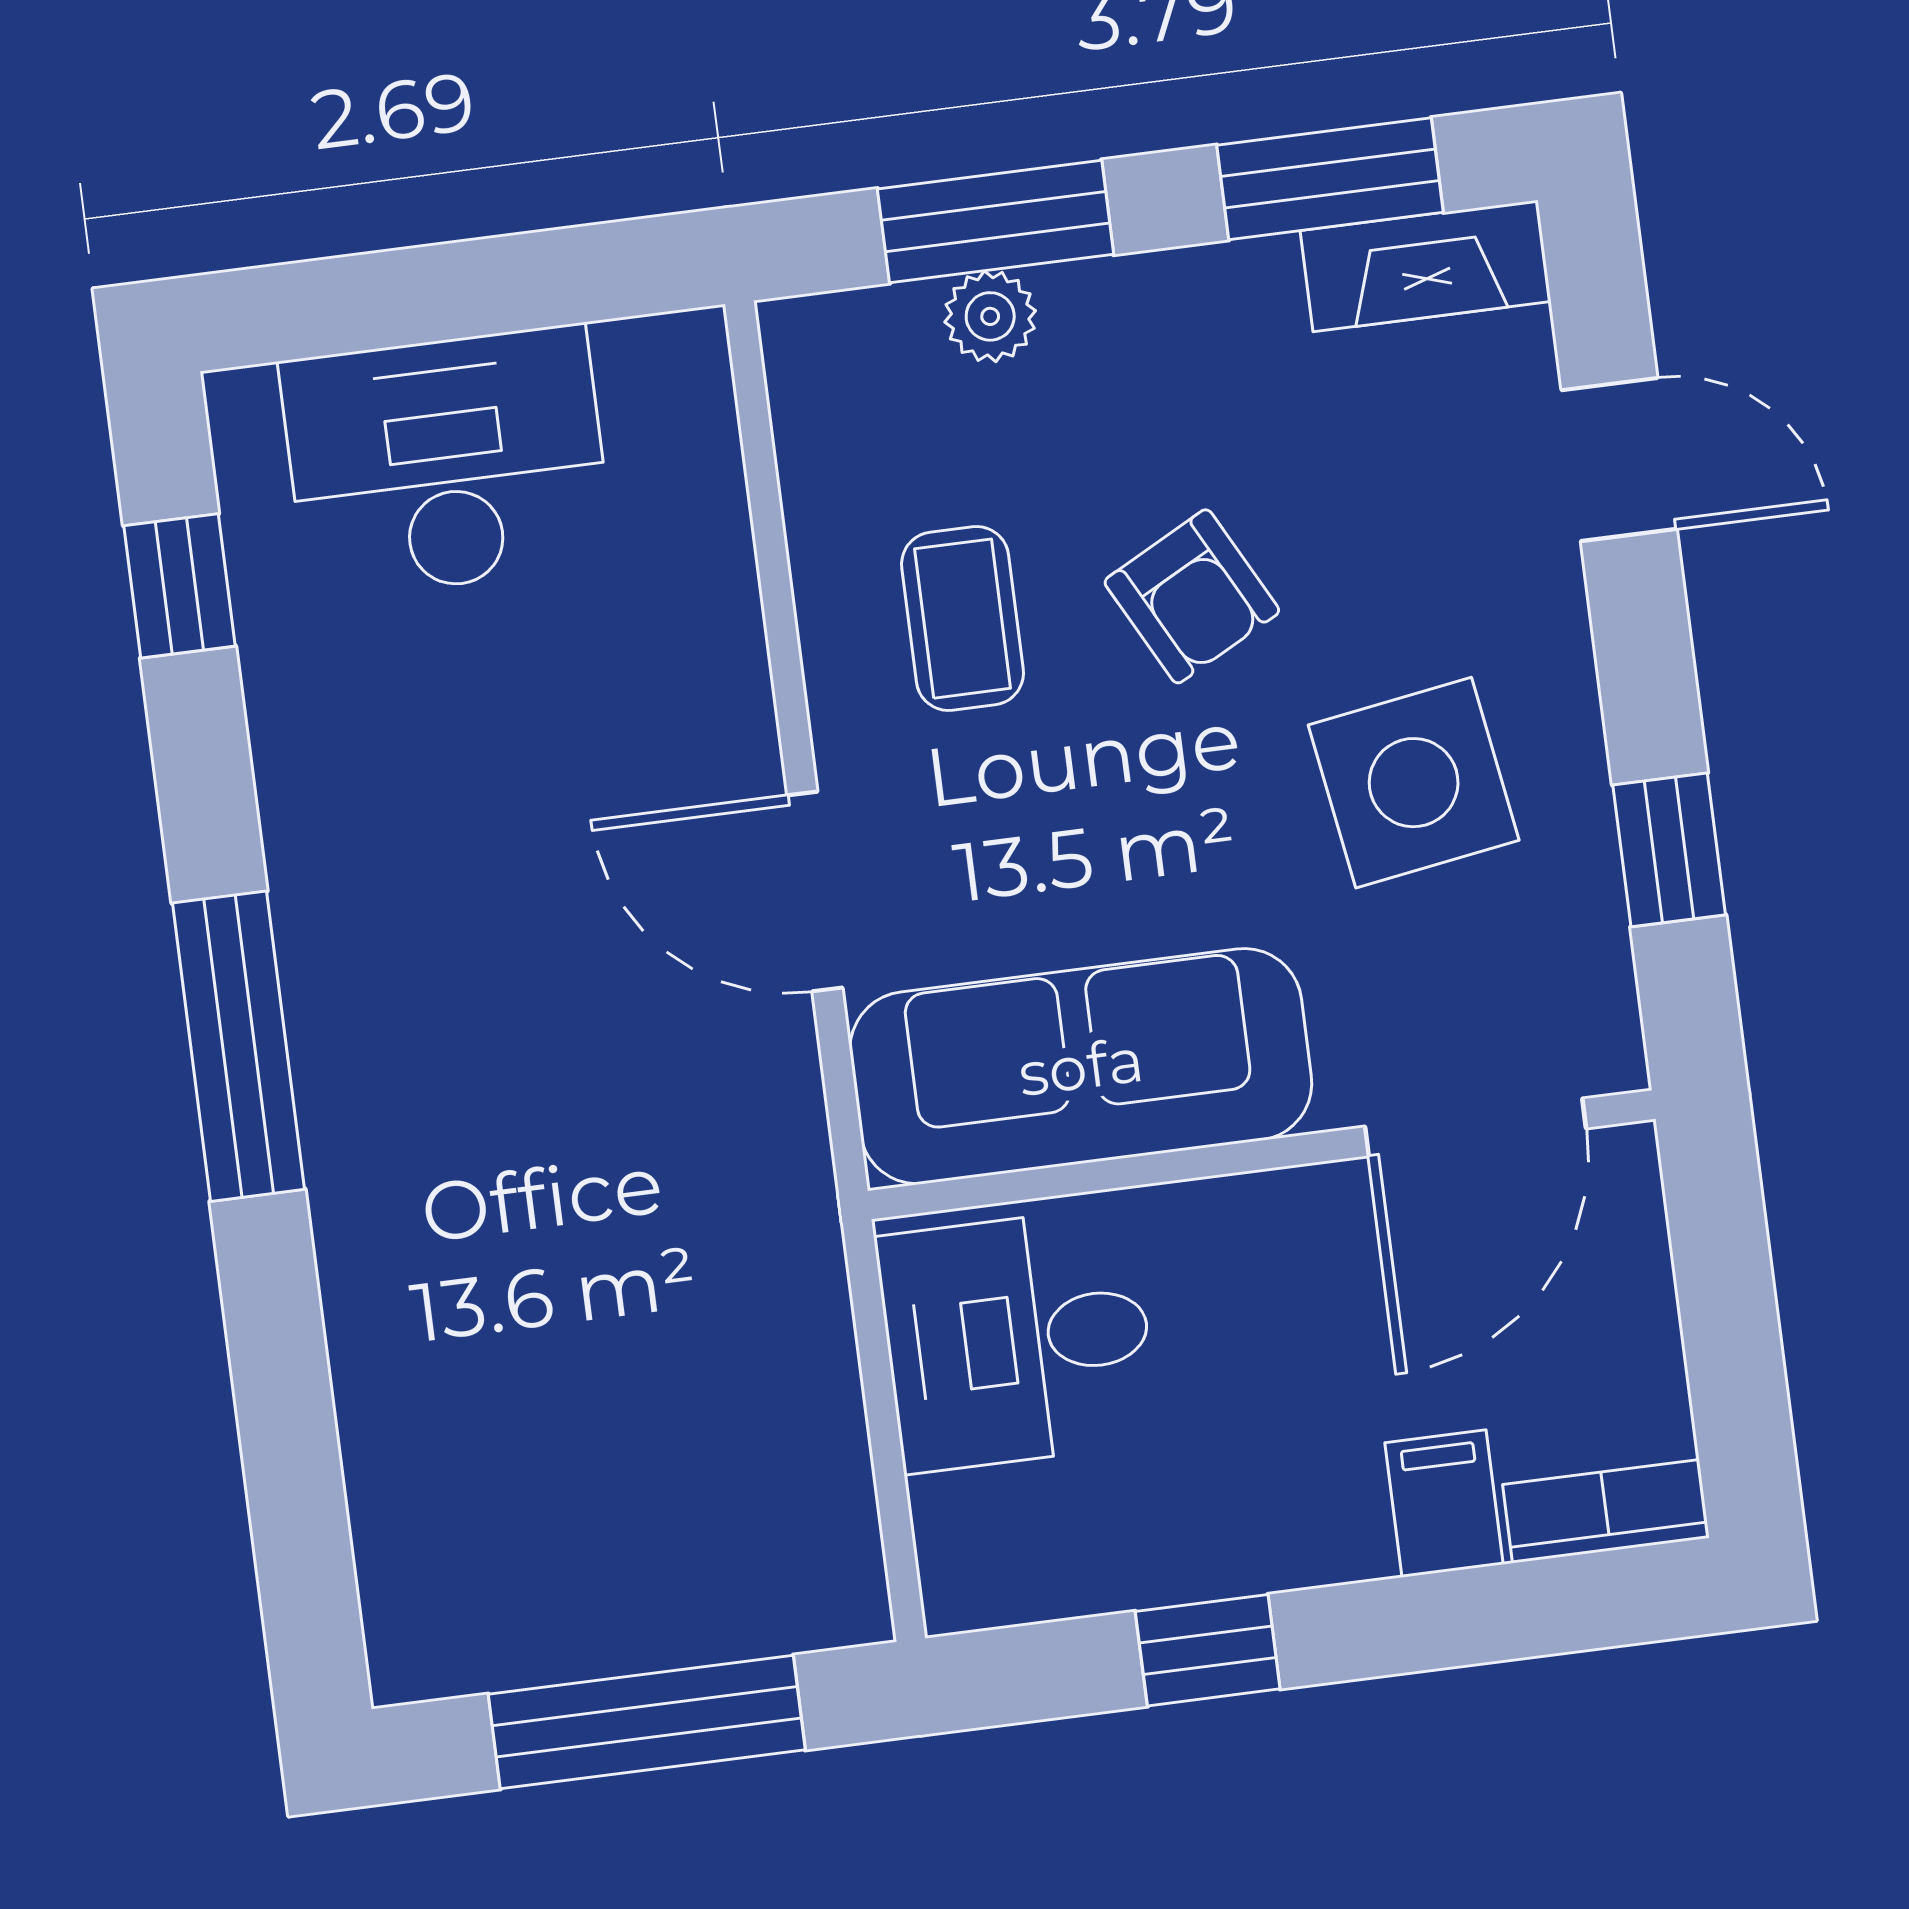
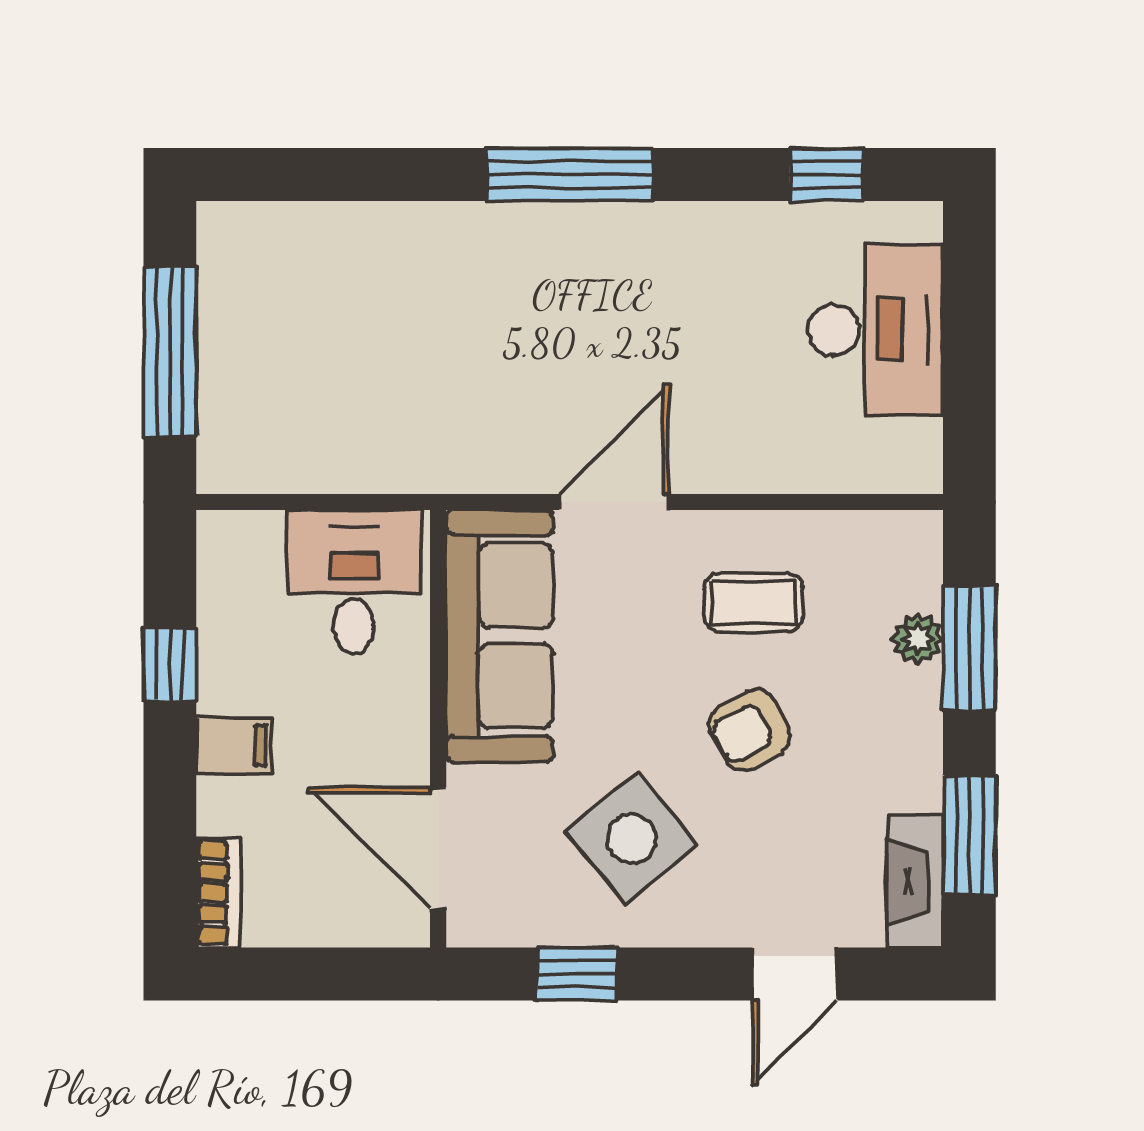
side table: (1414, 783) -> (632, 838), turned -30
filing cabinet: (1444, 1503) -> (234, 746), moved

